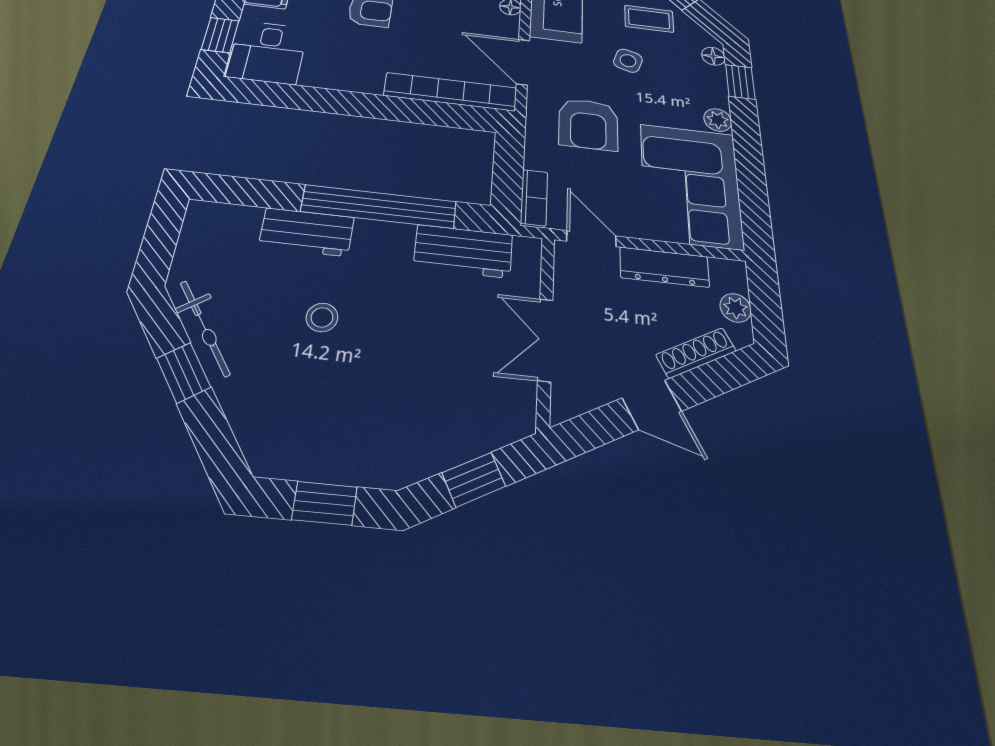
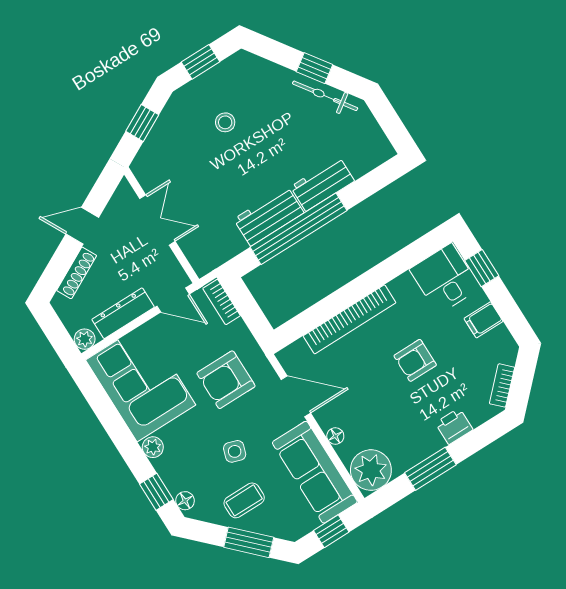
bookcase: (451, 92) -> (349, 319), moved
armchair: (588, 124) -> (226, 380), turned -90
workbench: (463, 251) -> (269, 216), moved
plant: (736, 308) -> (85, 339), moved
stool: (322, 317) -> (225, 122), moved

